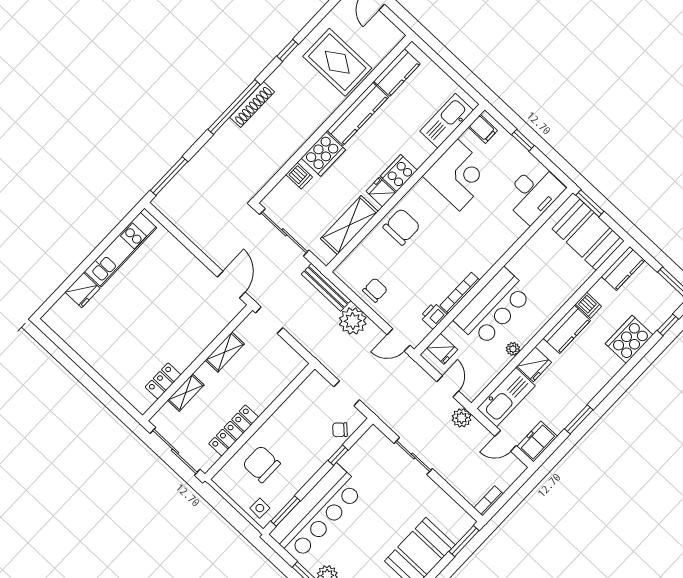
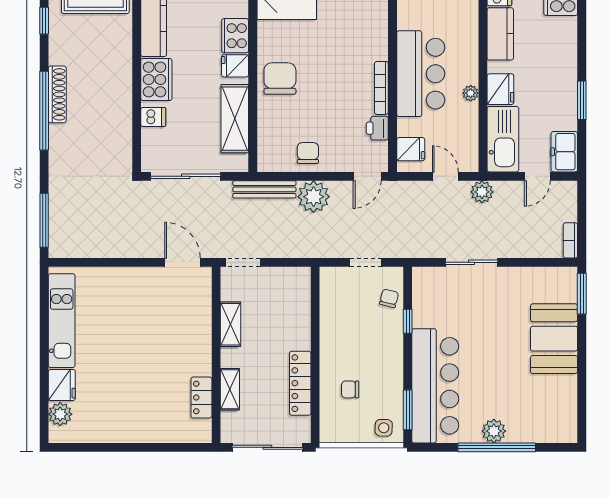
plant: (64, 308) -> (60, 414), added
chair: (340, 430) -> (389, 298), turned 149
chair: (261, 464) -> (350, 389), width x0.54, depth x0.54

